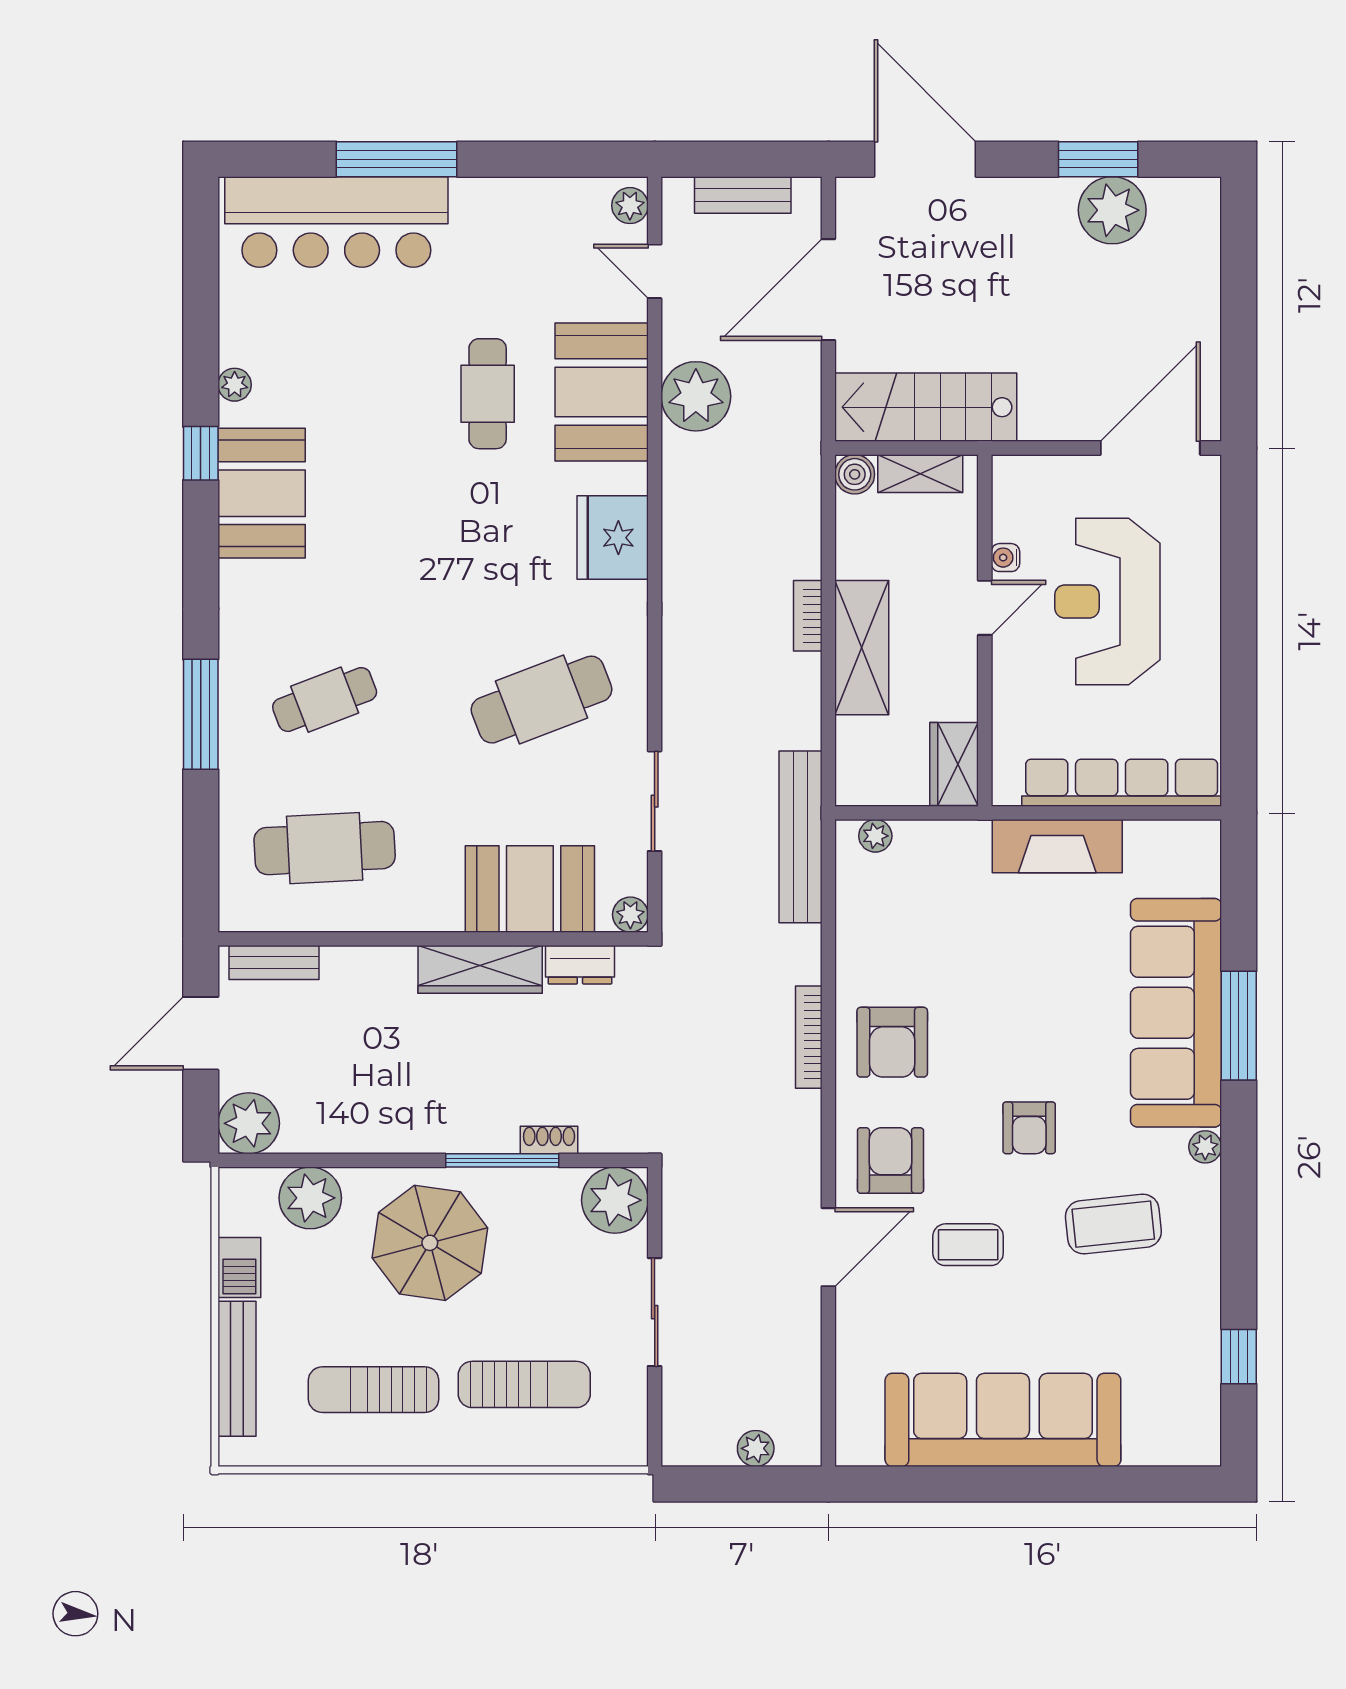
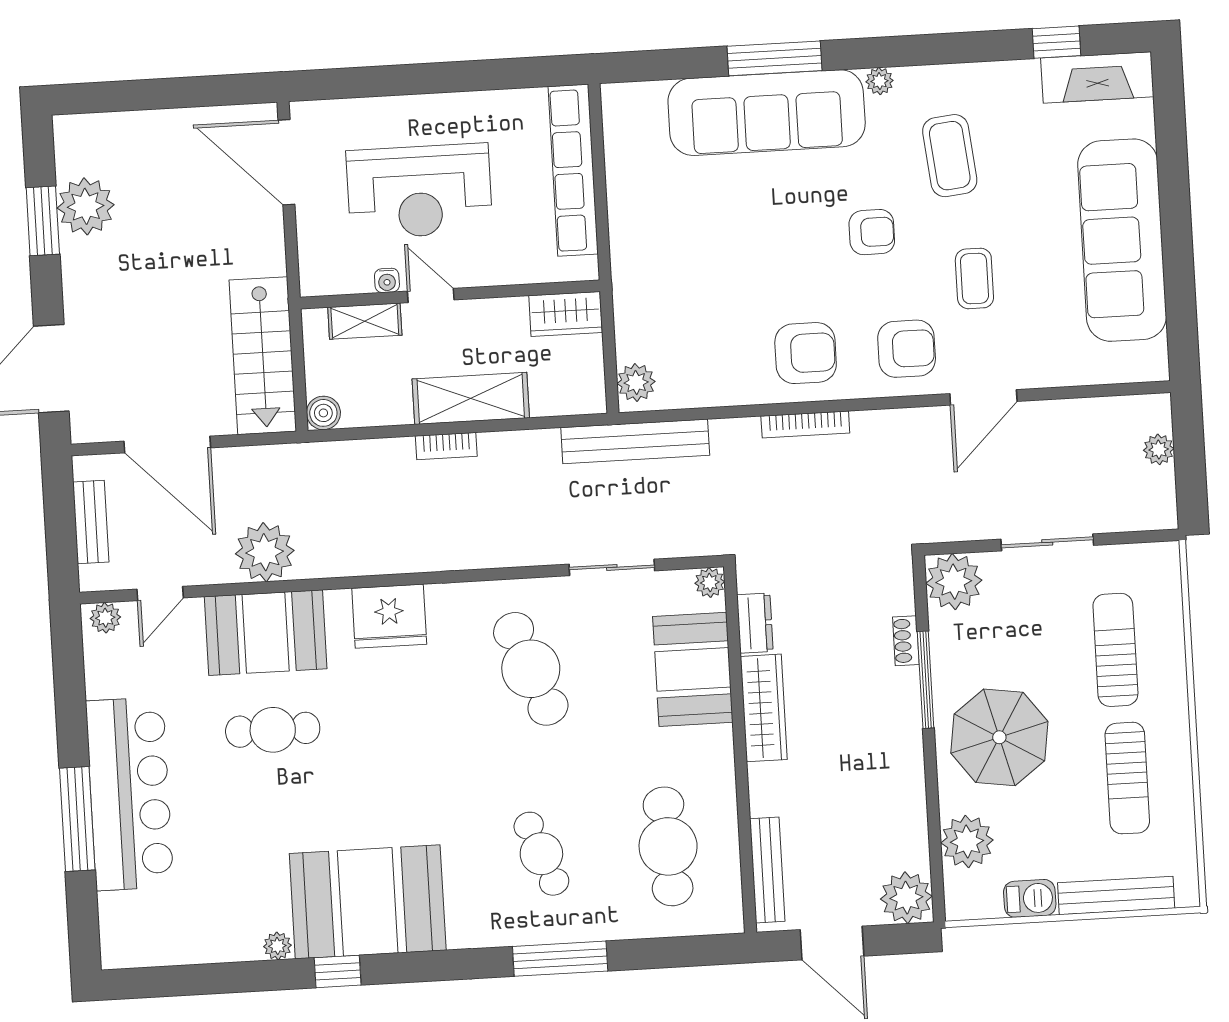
bar counter: (336, 222) -> (130, 794), moved
shelving: (920, 474) -> (365, 321), moved, turned 90
booth: (262, 493) -> (368, 902), width x1.36, depth x1.42
plant: (875, 836) -> (636, 382), width x1.38, depth x1.38
fireplace: (1057, 846) -> (1097, 77), moved, turned 90
bench: (274, 963) -> (767, 870), width x1.36
armchair: (890, 1160) -> (907, 349), turned 180
door: (828, 1247) -> (983, 397), swing flipped

